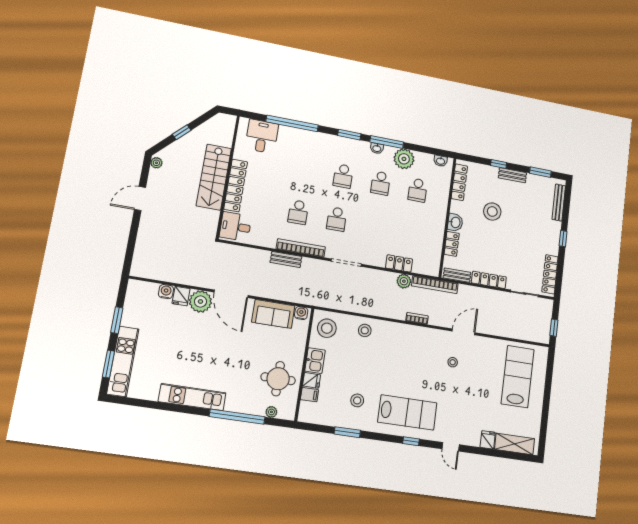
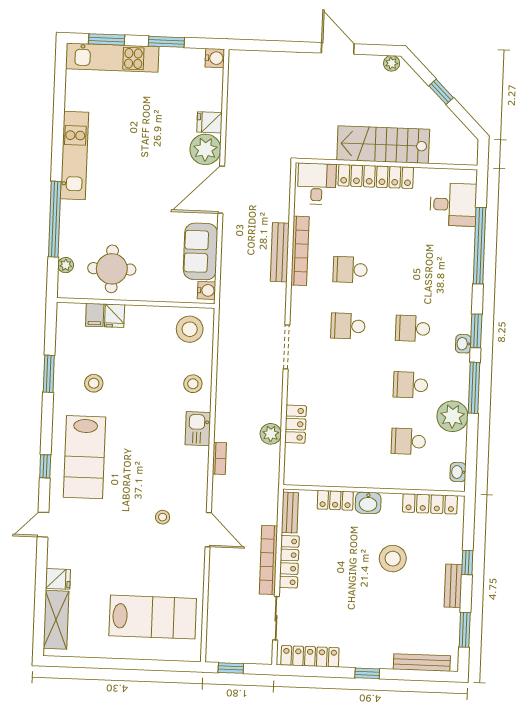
washbasin: (377, 148) -> (463, 344), moved
bookcase: (301, 248) -> (300, 251), moved
bench: (286, 259) -> (280, 252), width x1.36
bookcase: (435, 285) -> (268, 560), moved
water cooler: (166, 292) -> (215, 58), moved
kitchen sink: (315, 361) -> (198, 429), moved, turned 90

